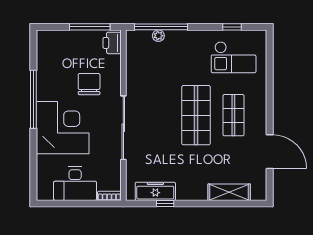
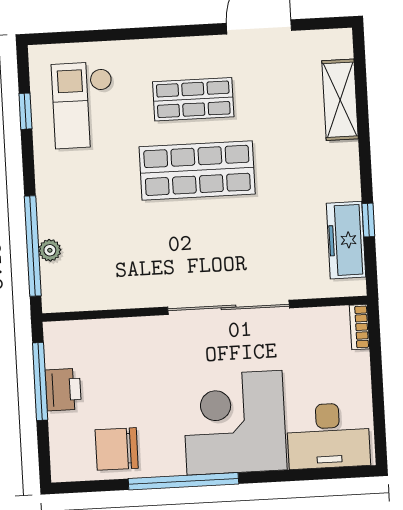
printer: (112, 43) -> (63, 390), moved, turned -90
checkout: (234, 57) -> (83, 105), turned 180
chair: (89, 84) -> (117, 449), moved
desk: (75, 184) -> (328, 436), moved, turned 90

